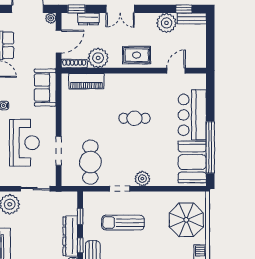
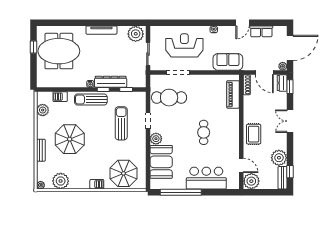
dresser: (88, 19) -> (282, 83), moved
plant: (98, 58) -> (251, 181), moved
reception desk: (24, 143) -> (184, 45), turned 180
booth: (192, 162) -> (161, 162), moved, turned 90

